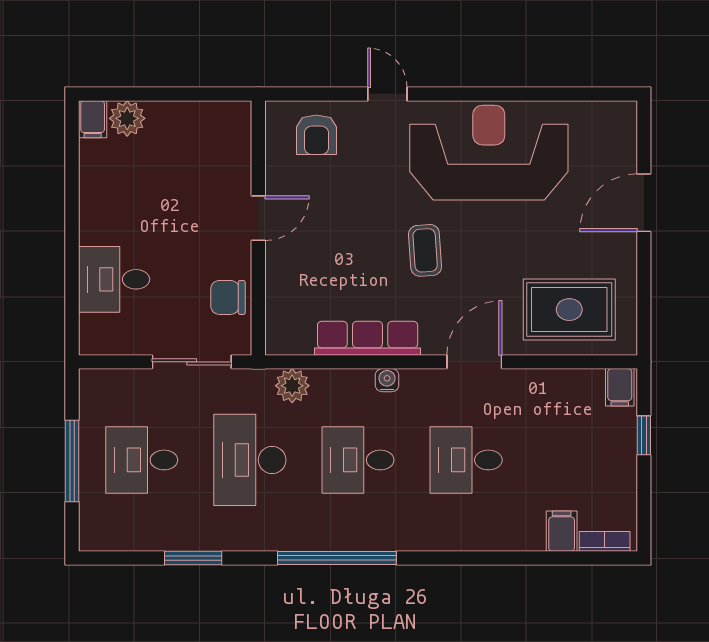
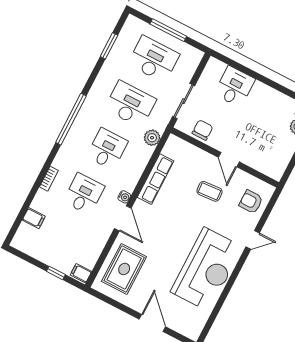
coffee table: (425, 250) -> (210, 191), moved
water cooler: (387, 380) -> (124, 197), moved
desk: (142, 460) -> (154, 59), width x1.37
bookcase: (605, 541) -> (49, 179), moved
window: (193, 558) -> (109, 46), moved

